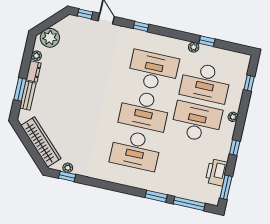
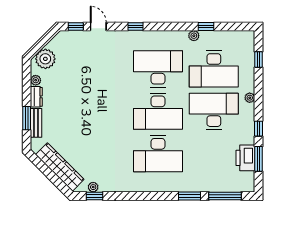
window: (226, 187) -> (259, 159), moved

